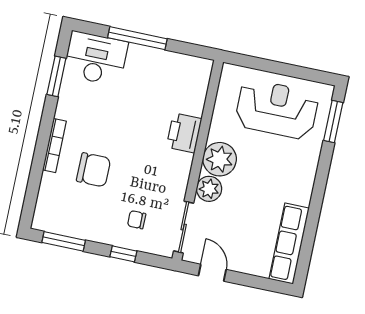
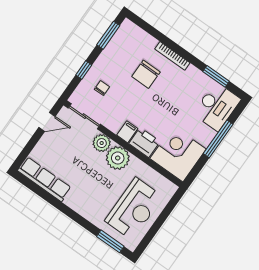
corner desk: (180, 82) -> (178, 154), added
filing cabinet: (180, 162) -> (127, 132), added

